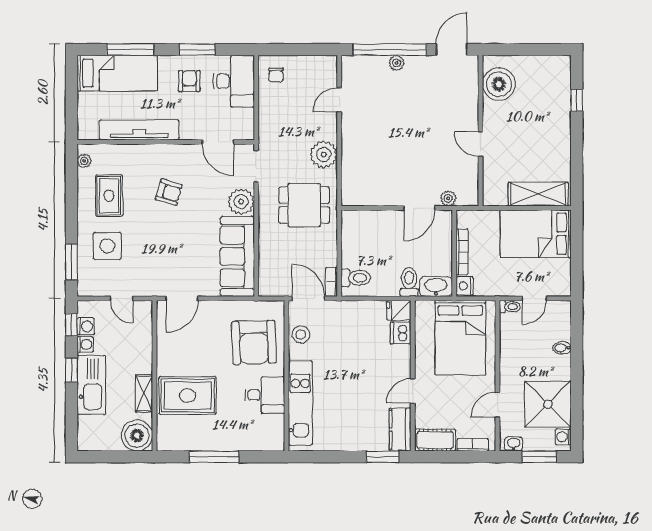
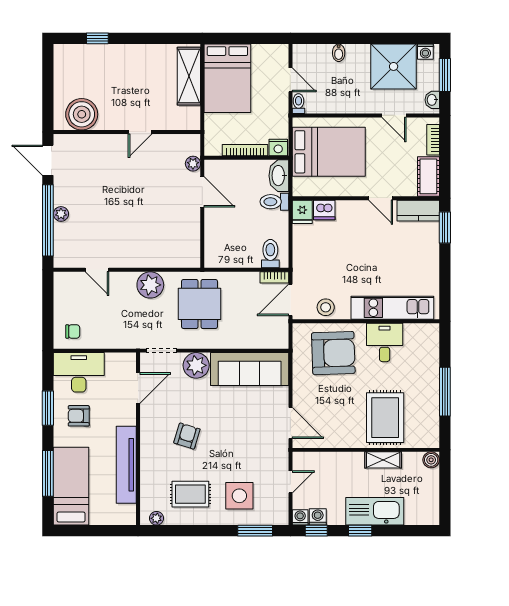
washing machine: (85, 344) -> (300, 517), moved
boiler: (137, 436) -> (431, 460), width x0.54, depth x0.54

